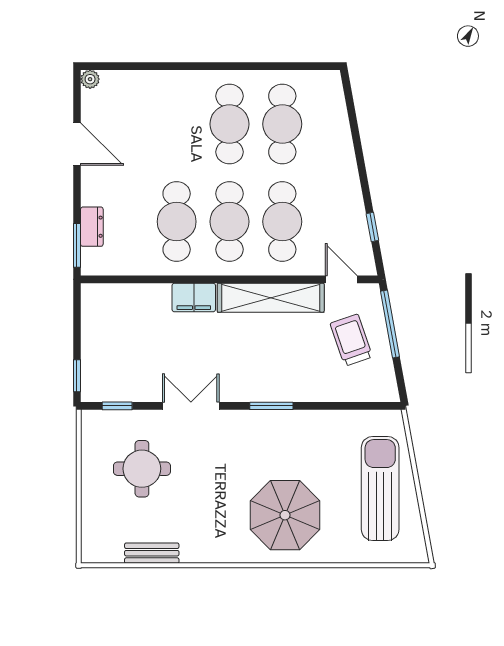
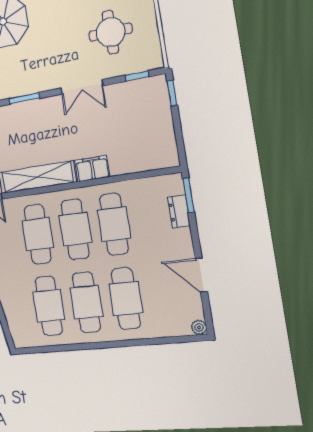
cafe table: (177, 124) -> (126, 298), added

